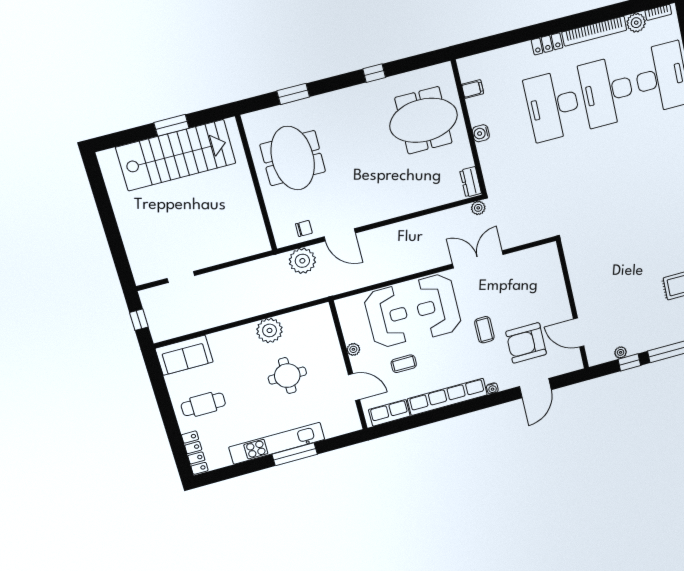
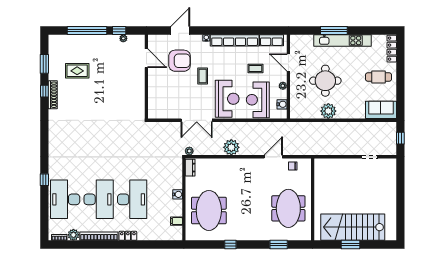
meeting table: (424, 120) -> (209, 210), turned 90
door: (340, 235) -> (273, 157), hinge flipped
plant: (302, 261) -> (231, 147), moved
water cooler: (347, 321) -> (282, 104), added
round table: (287, 376) -> (325, 81), width x1.36, depth x1.36

